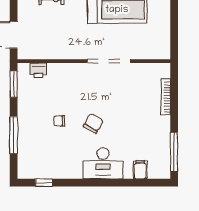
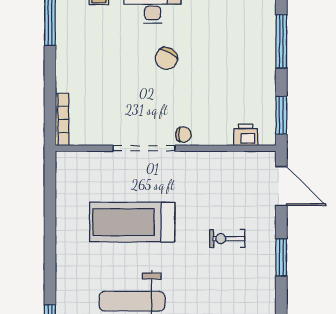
bookcase: (166, 97) -> (62, 119), moved
chair: (59, 121) -> (183, 135), moved

